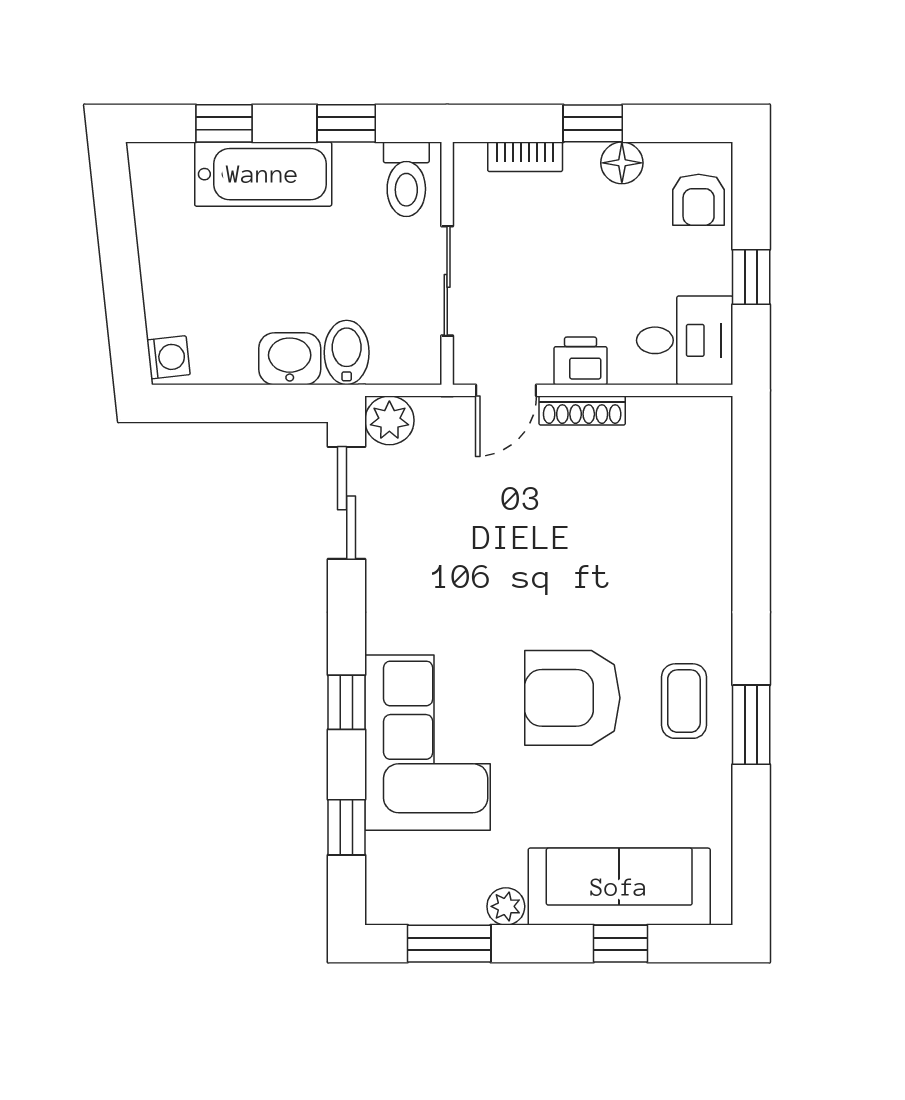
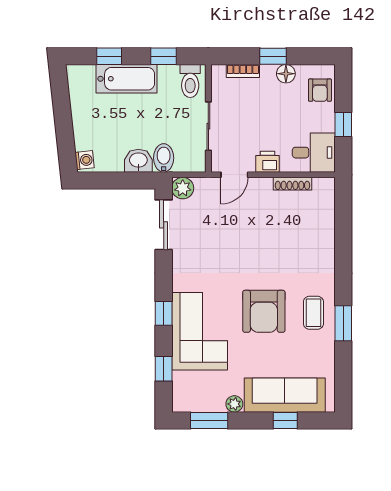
shoe rack: (582, 411) -> (292, 184), moved
armchair: (572, 698) -> (264, 311), turned -90

